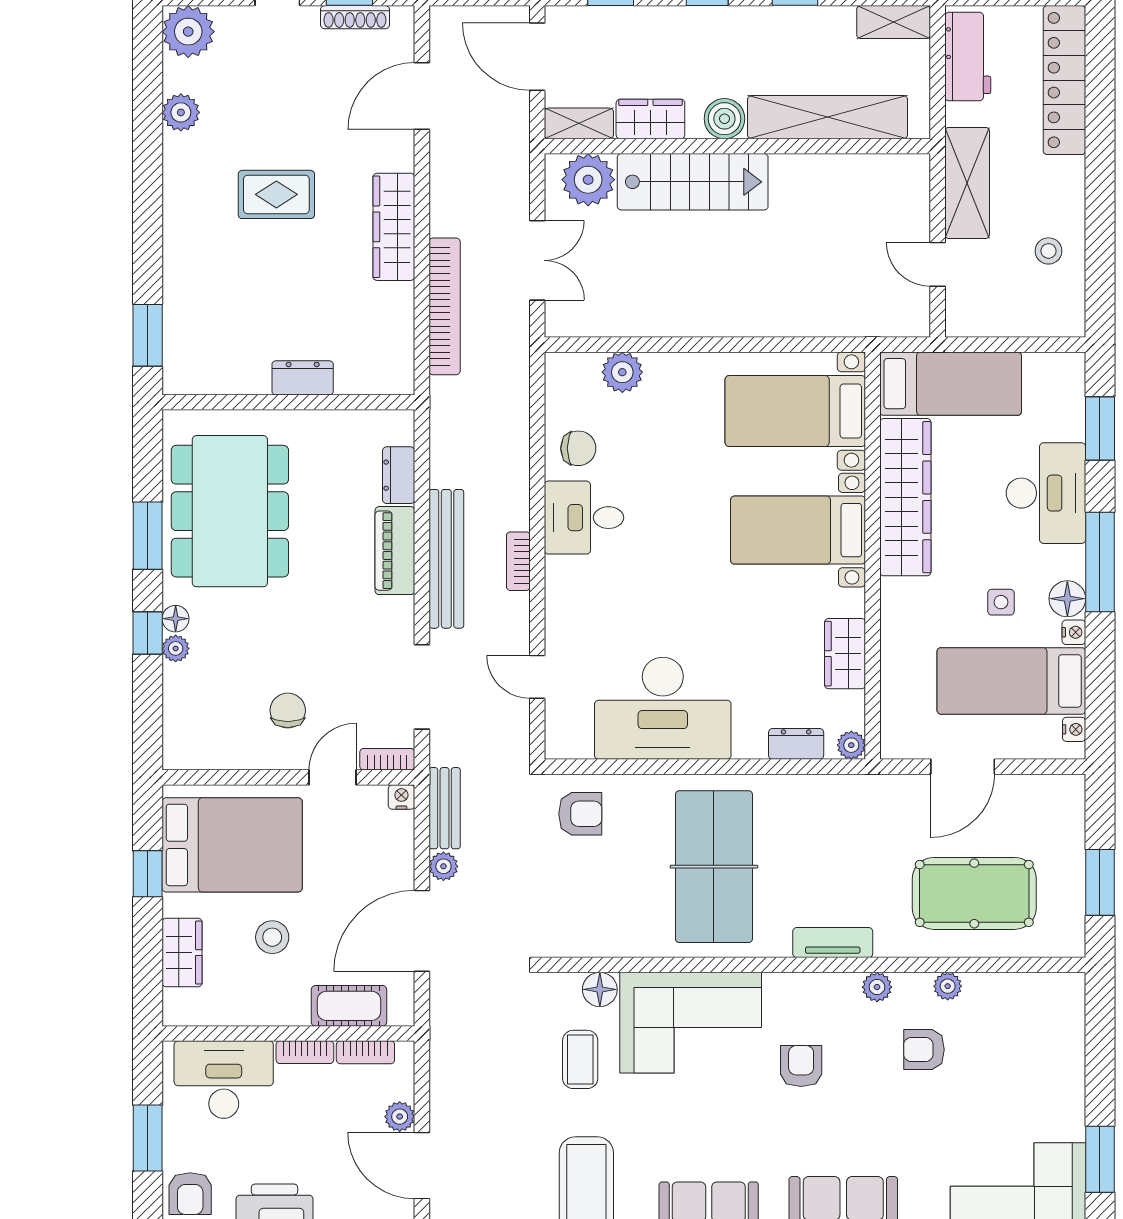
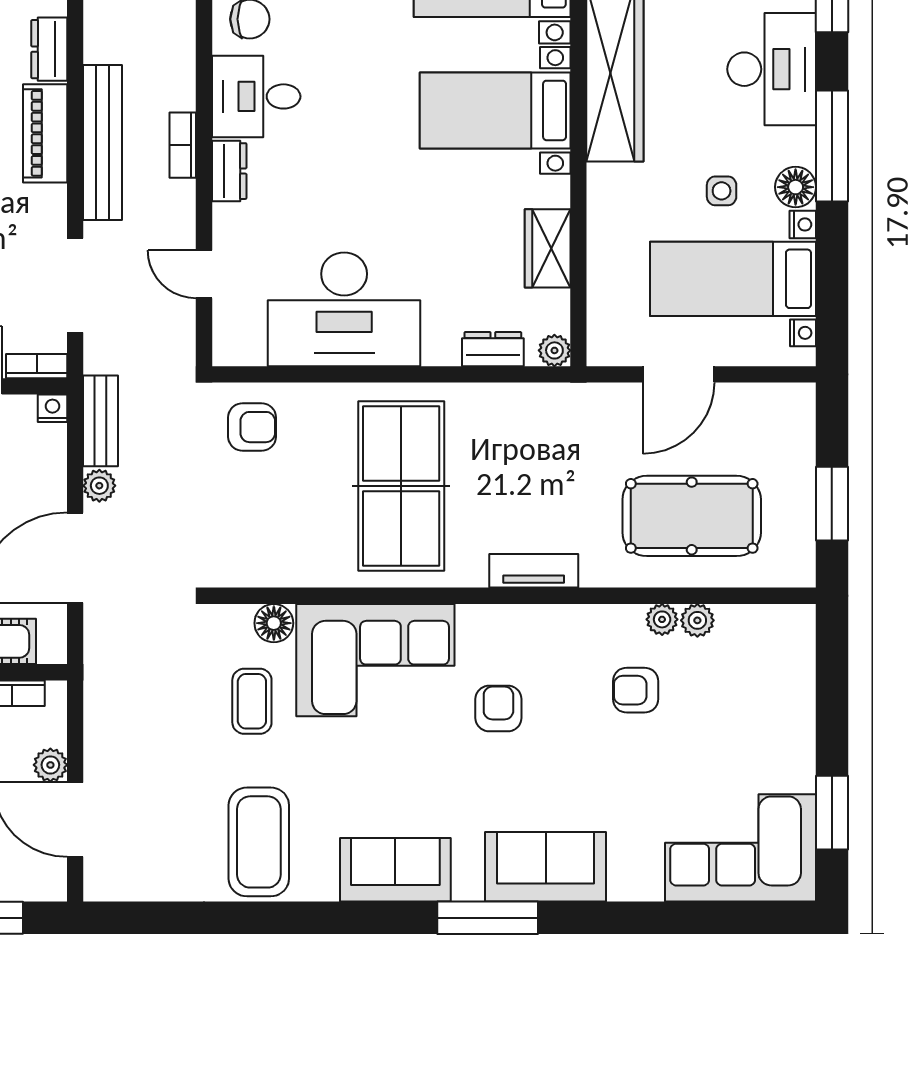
dresser: (560, 584) -> (229, 171), added
plant: (877, 987) -> (697, 620), moved

